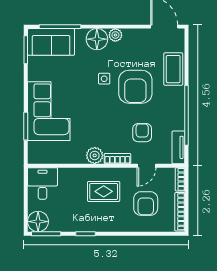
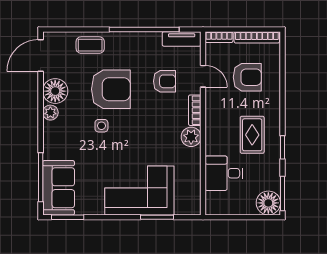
floor lamp: (97, 39) -> (55, 91), moved
coffee table: (173, 69) -> (90, 45), width x0.73, depth x0.77
armchair: (142, 133) -> (165, 81), turned 180
desk: (42, 184) -> (224, 173), moved
rug: (104, 191) -> (252, 135), moved

